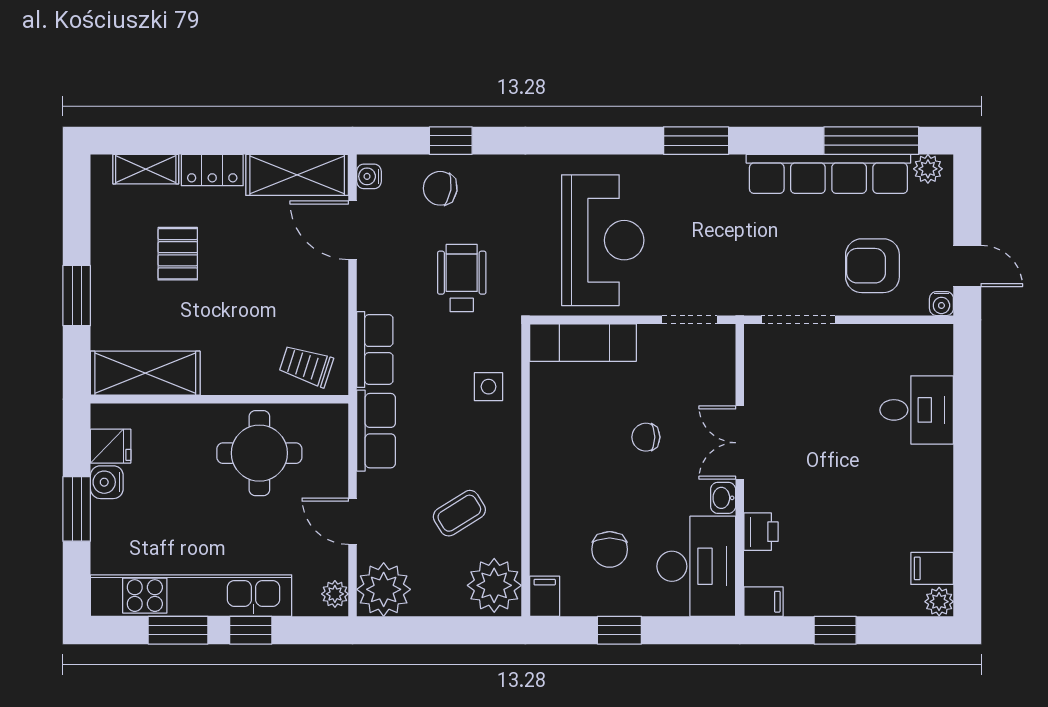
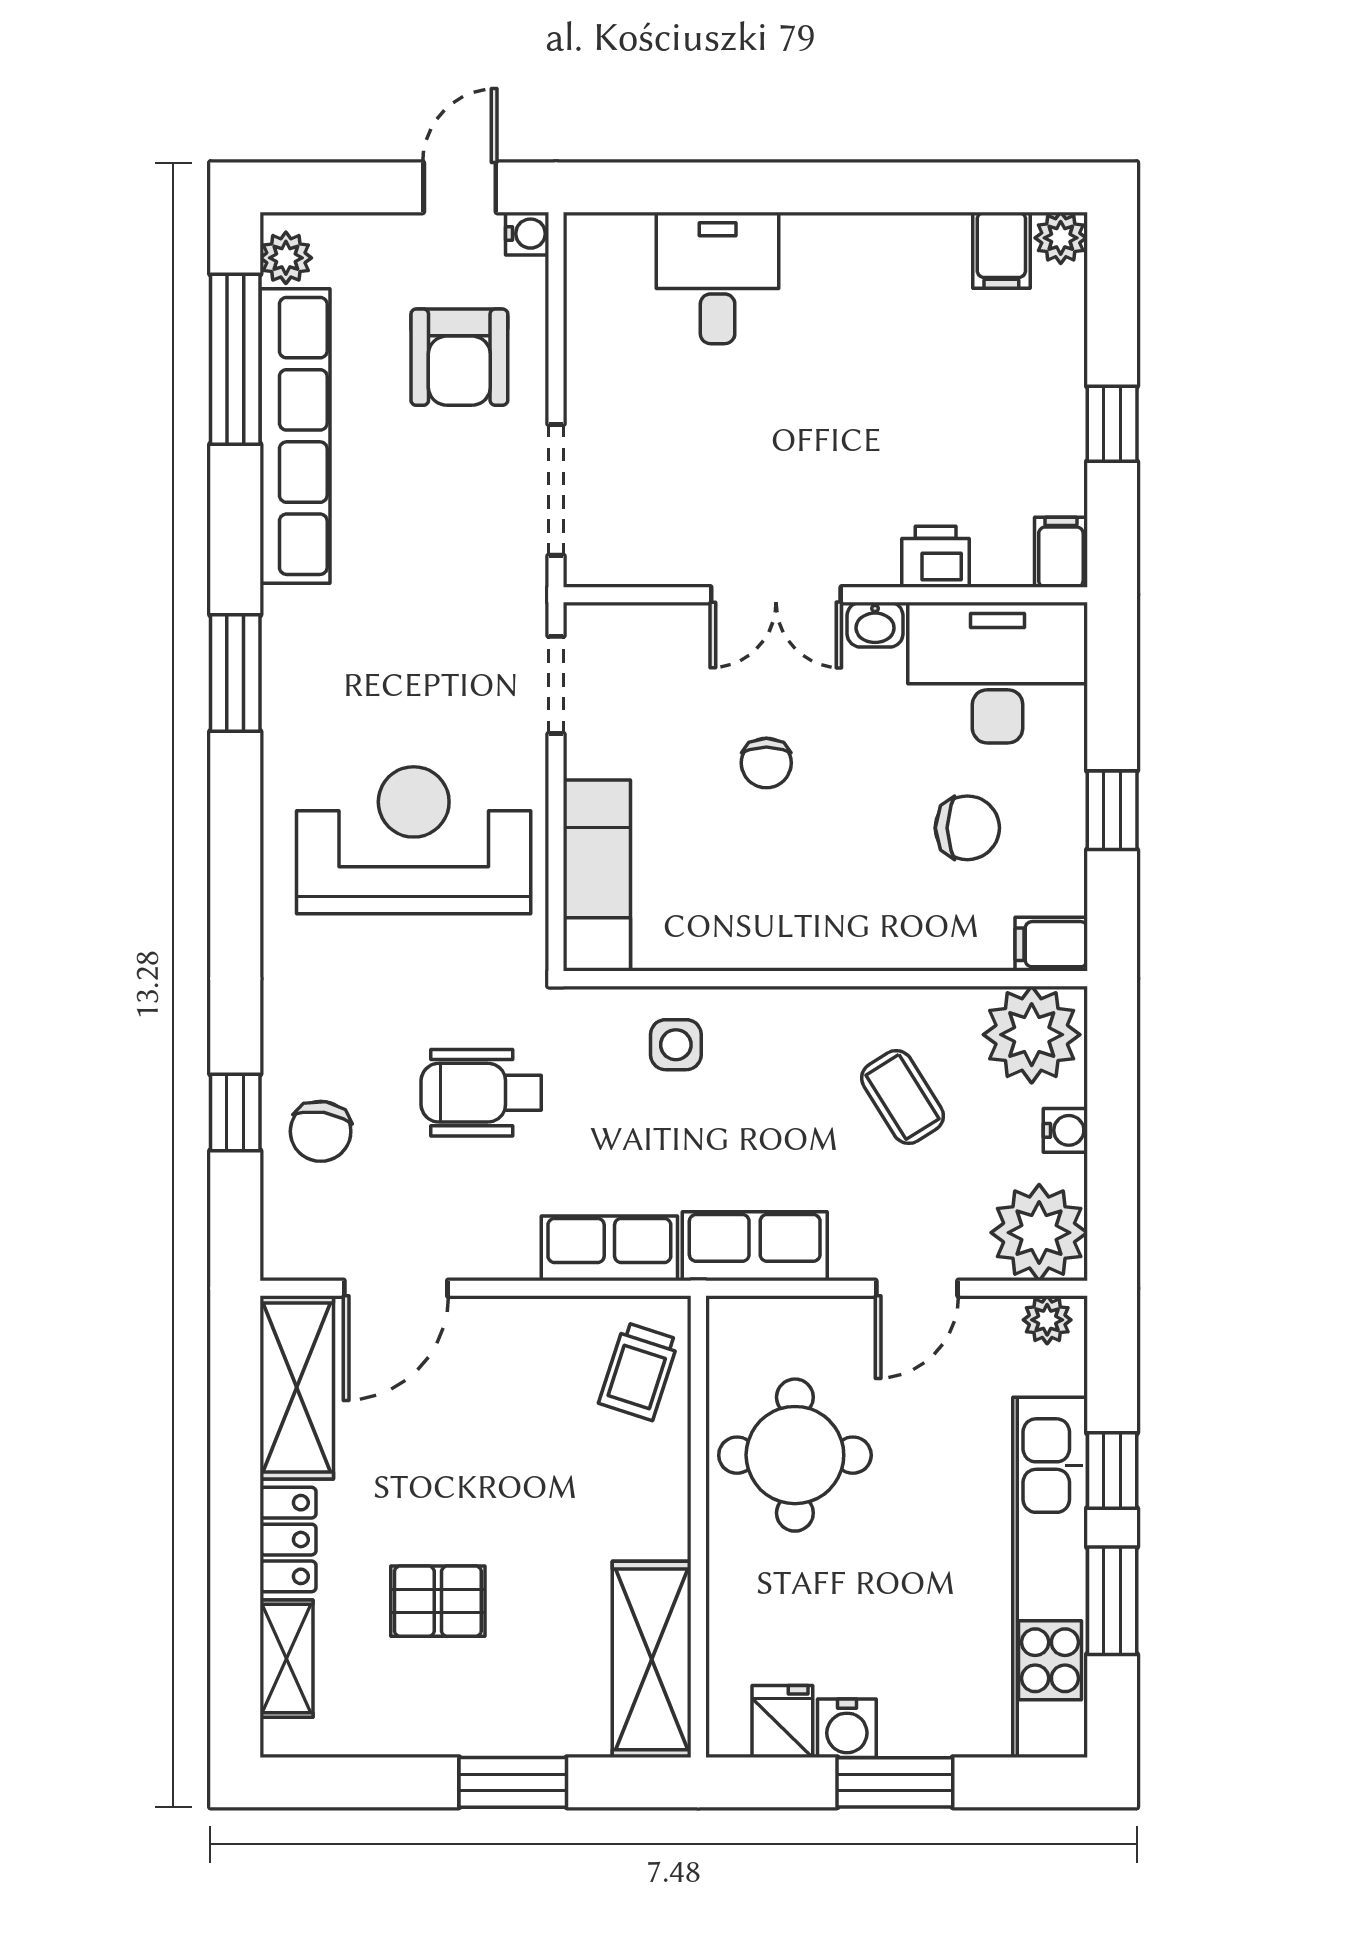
water cooler: (369, 176) -> (1065, 1130), moved, turned -90

